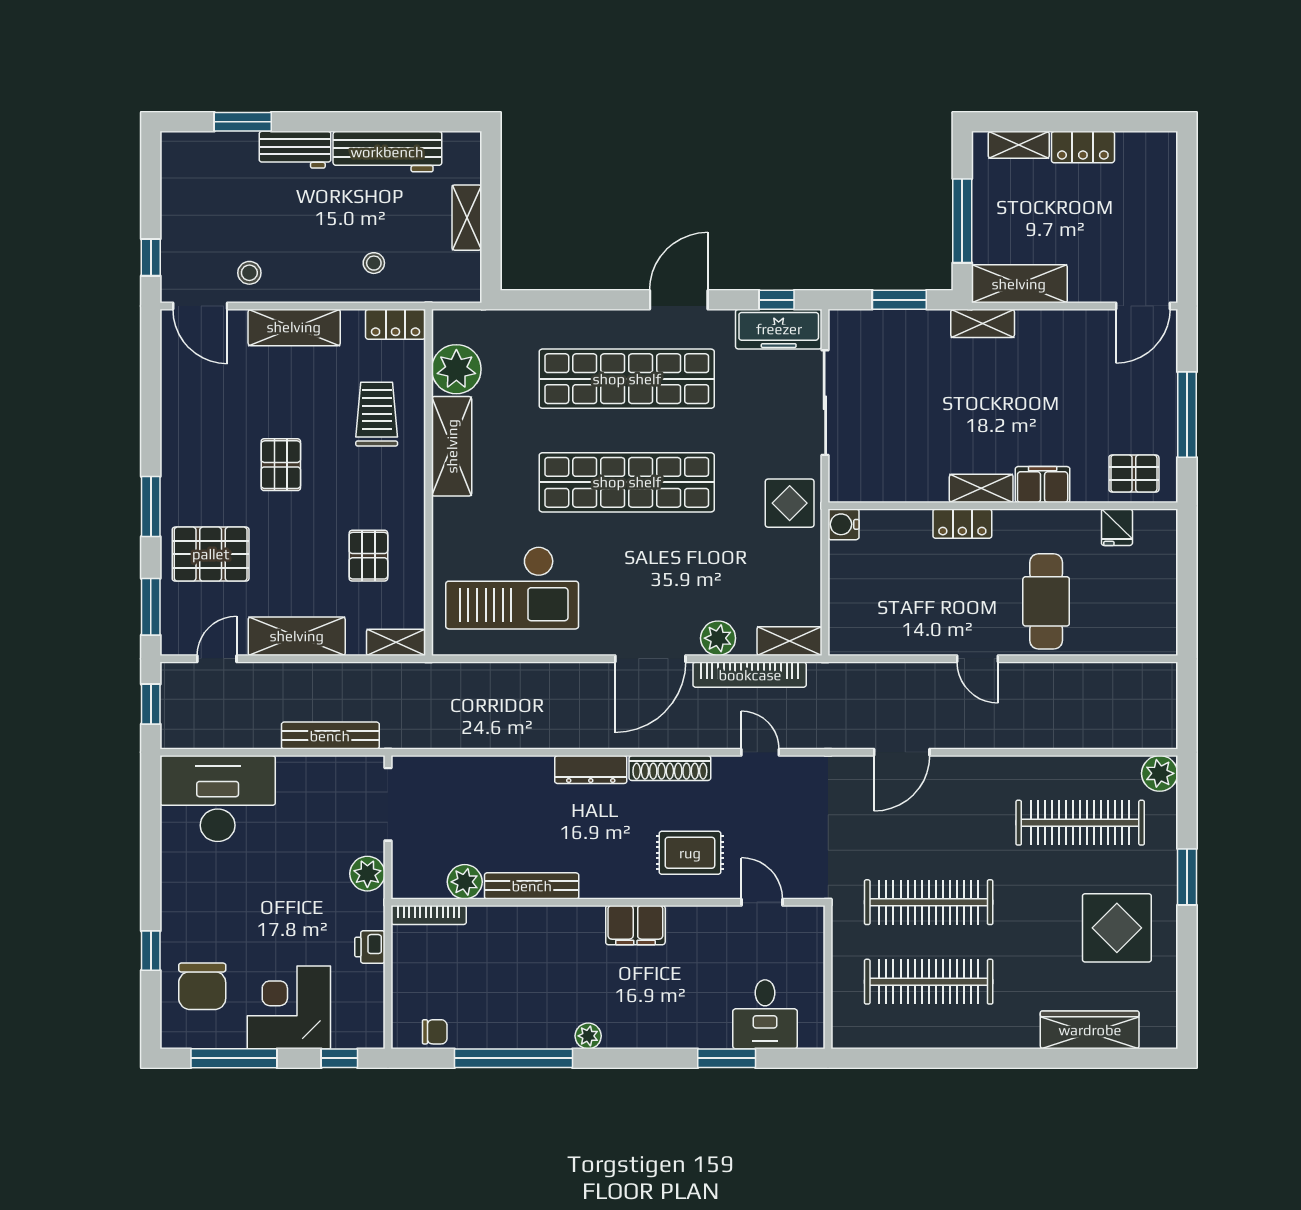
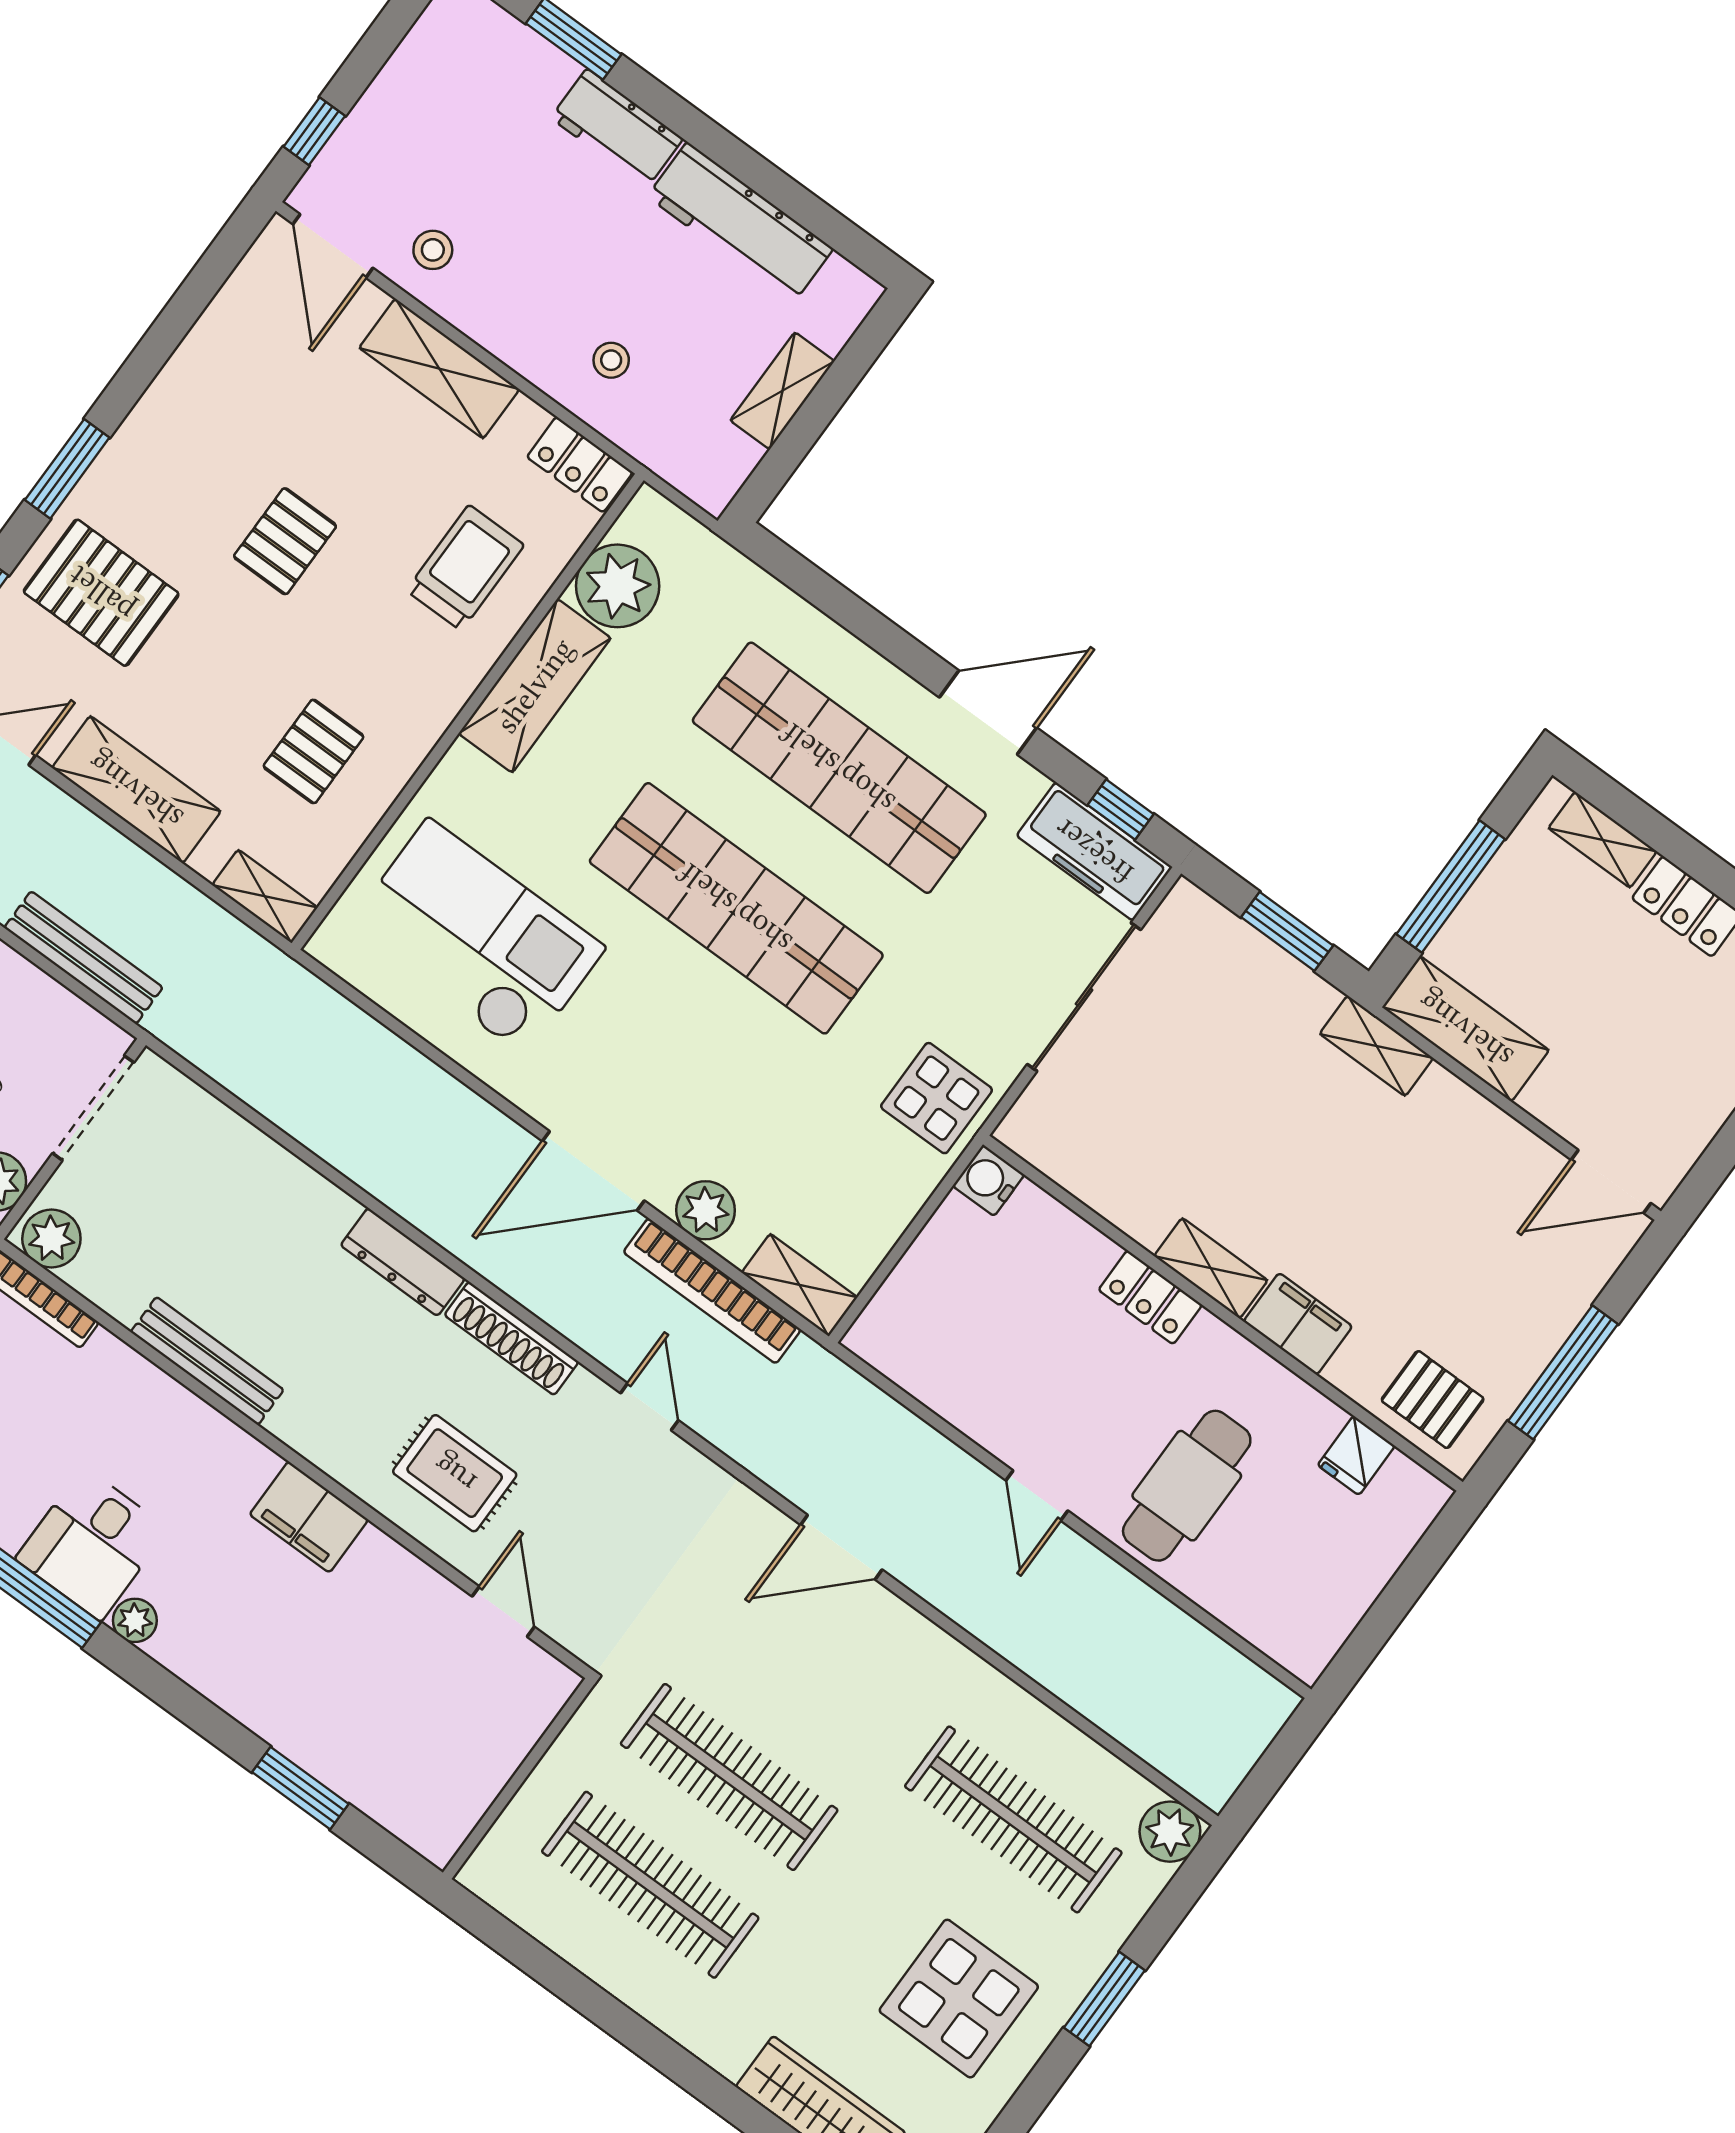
checkout: (512, 588) -> (477, 937), turned 180
plant: (465, 882) -> (51, 1238), moved
desk: (765, 1014) -> (92, 1544), moved

